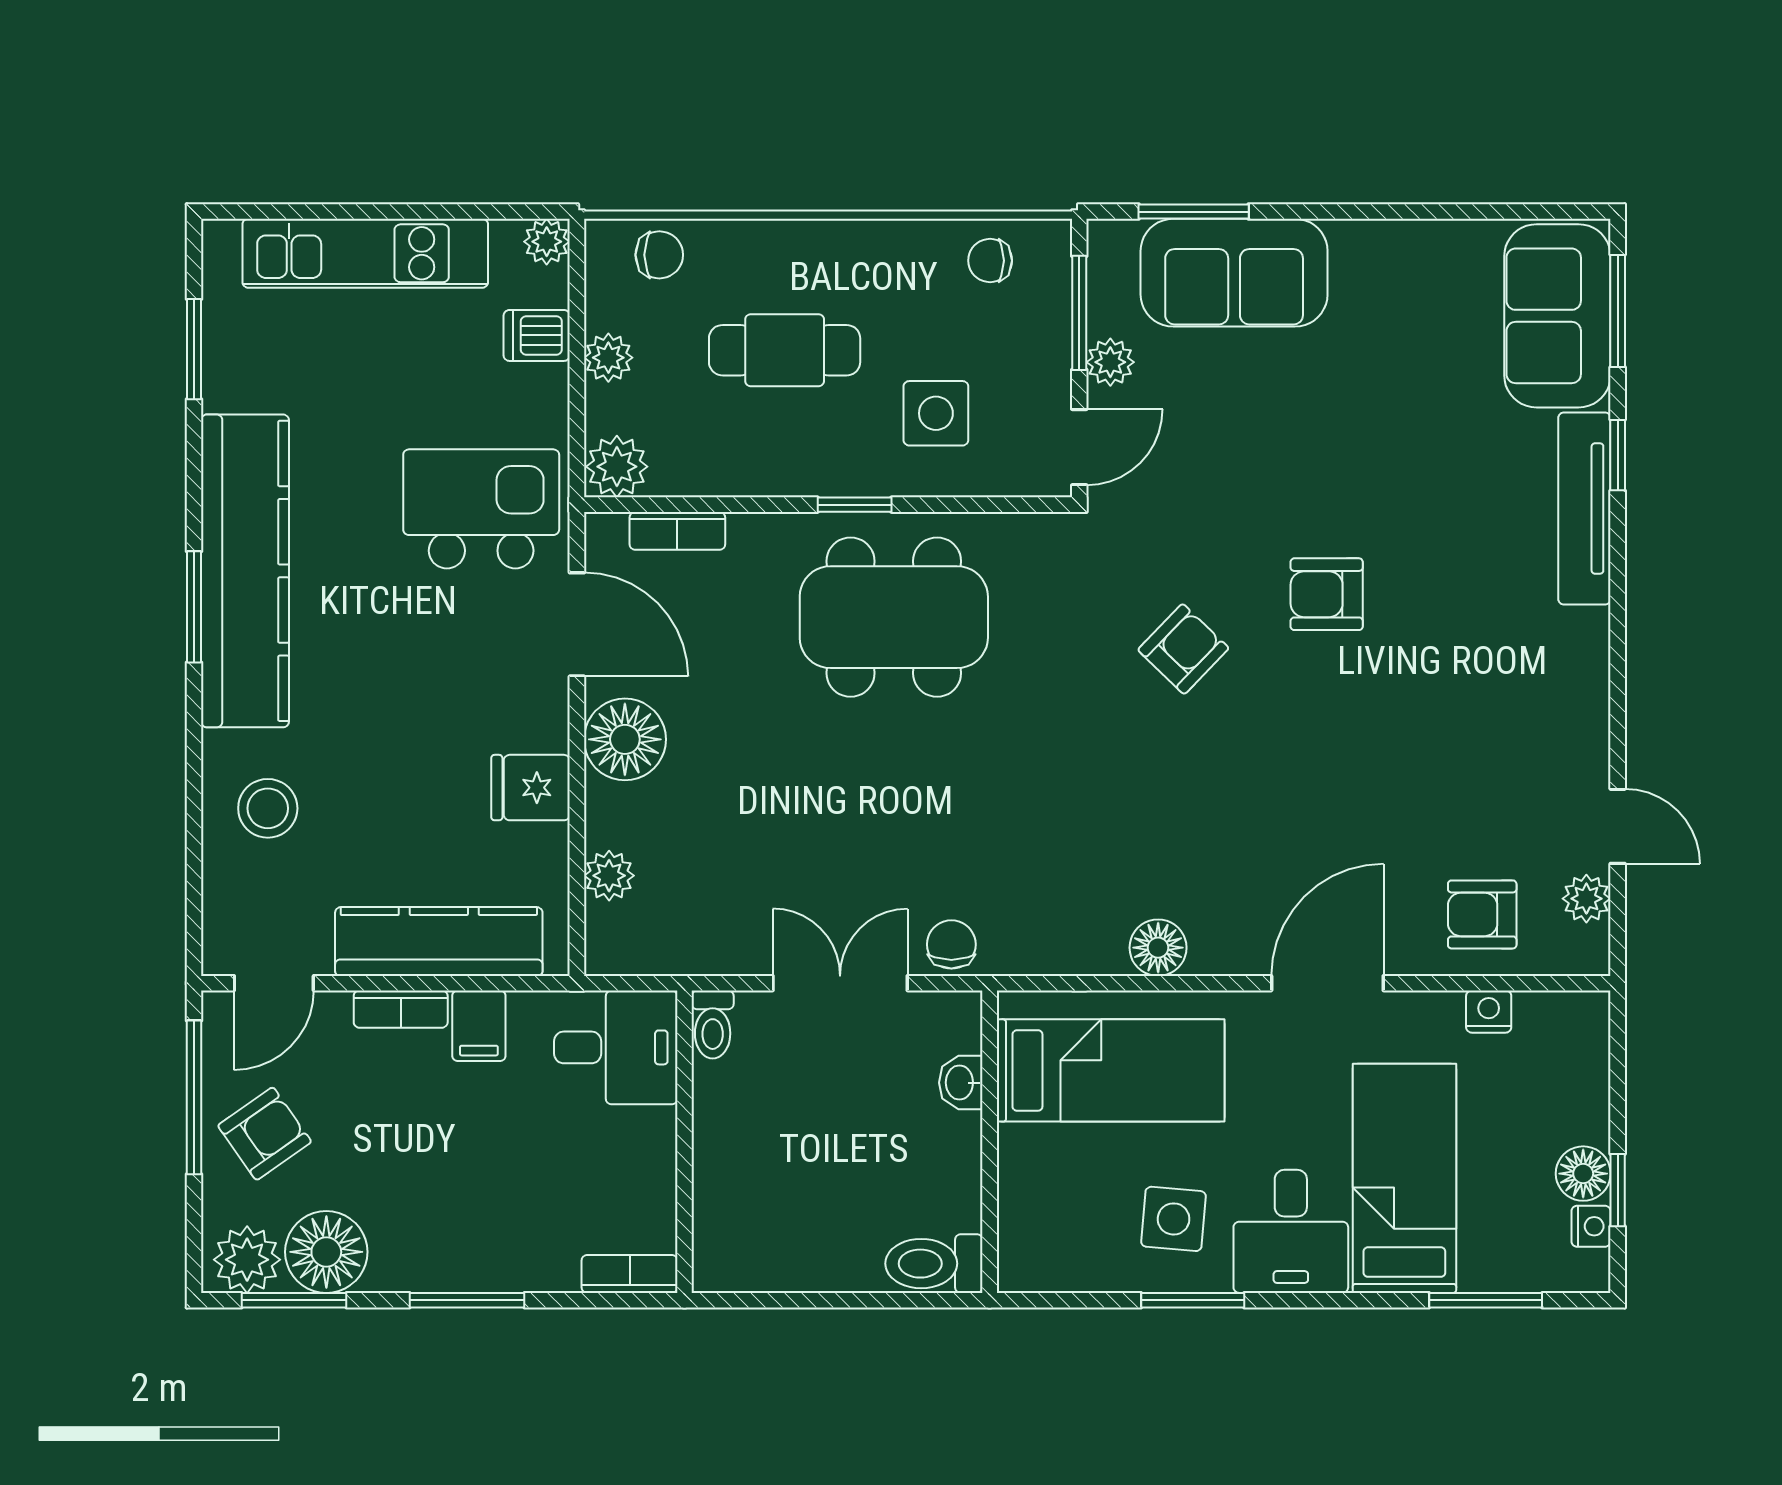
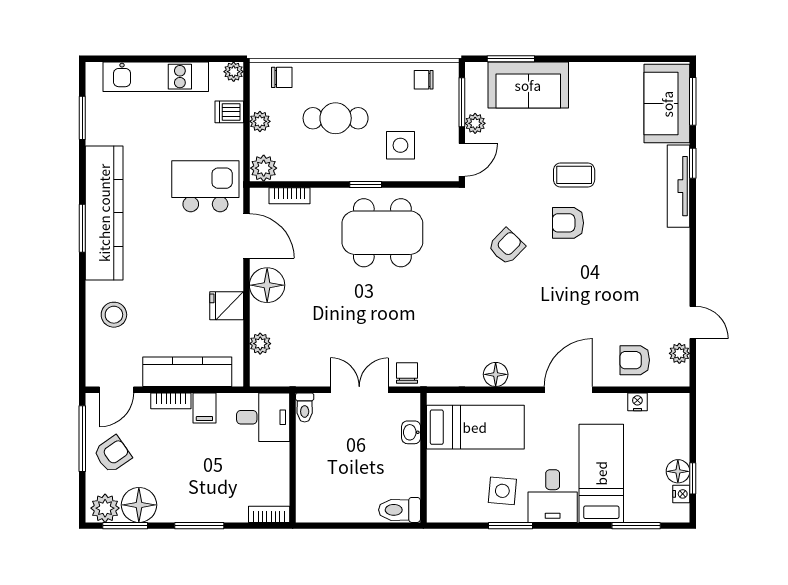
coffee table: (1341, 482) -> (574, 175), added

